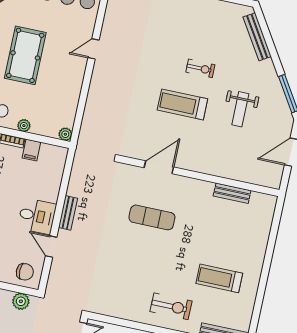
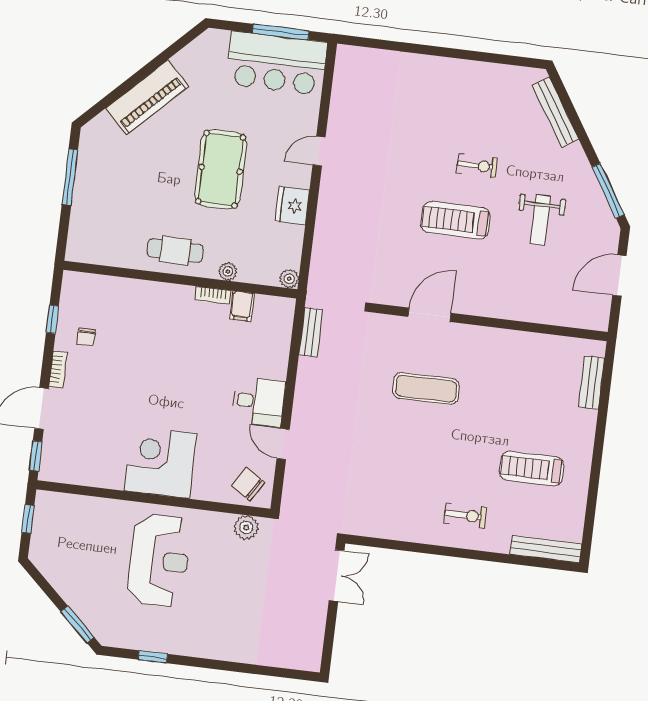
fridge: (72, 85) -> (292, 206), added
bench: (232, 193) -> (592, 382), moved, turned 90
bench: (68, 213) -> (311, 332), moved
chair: (25, 272) -> (248, 484), turned -148
exercise bike: (171, 306) -> (465, 515), width x0.73, depth x0.72

